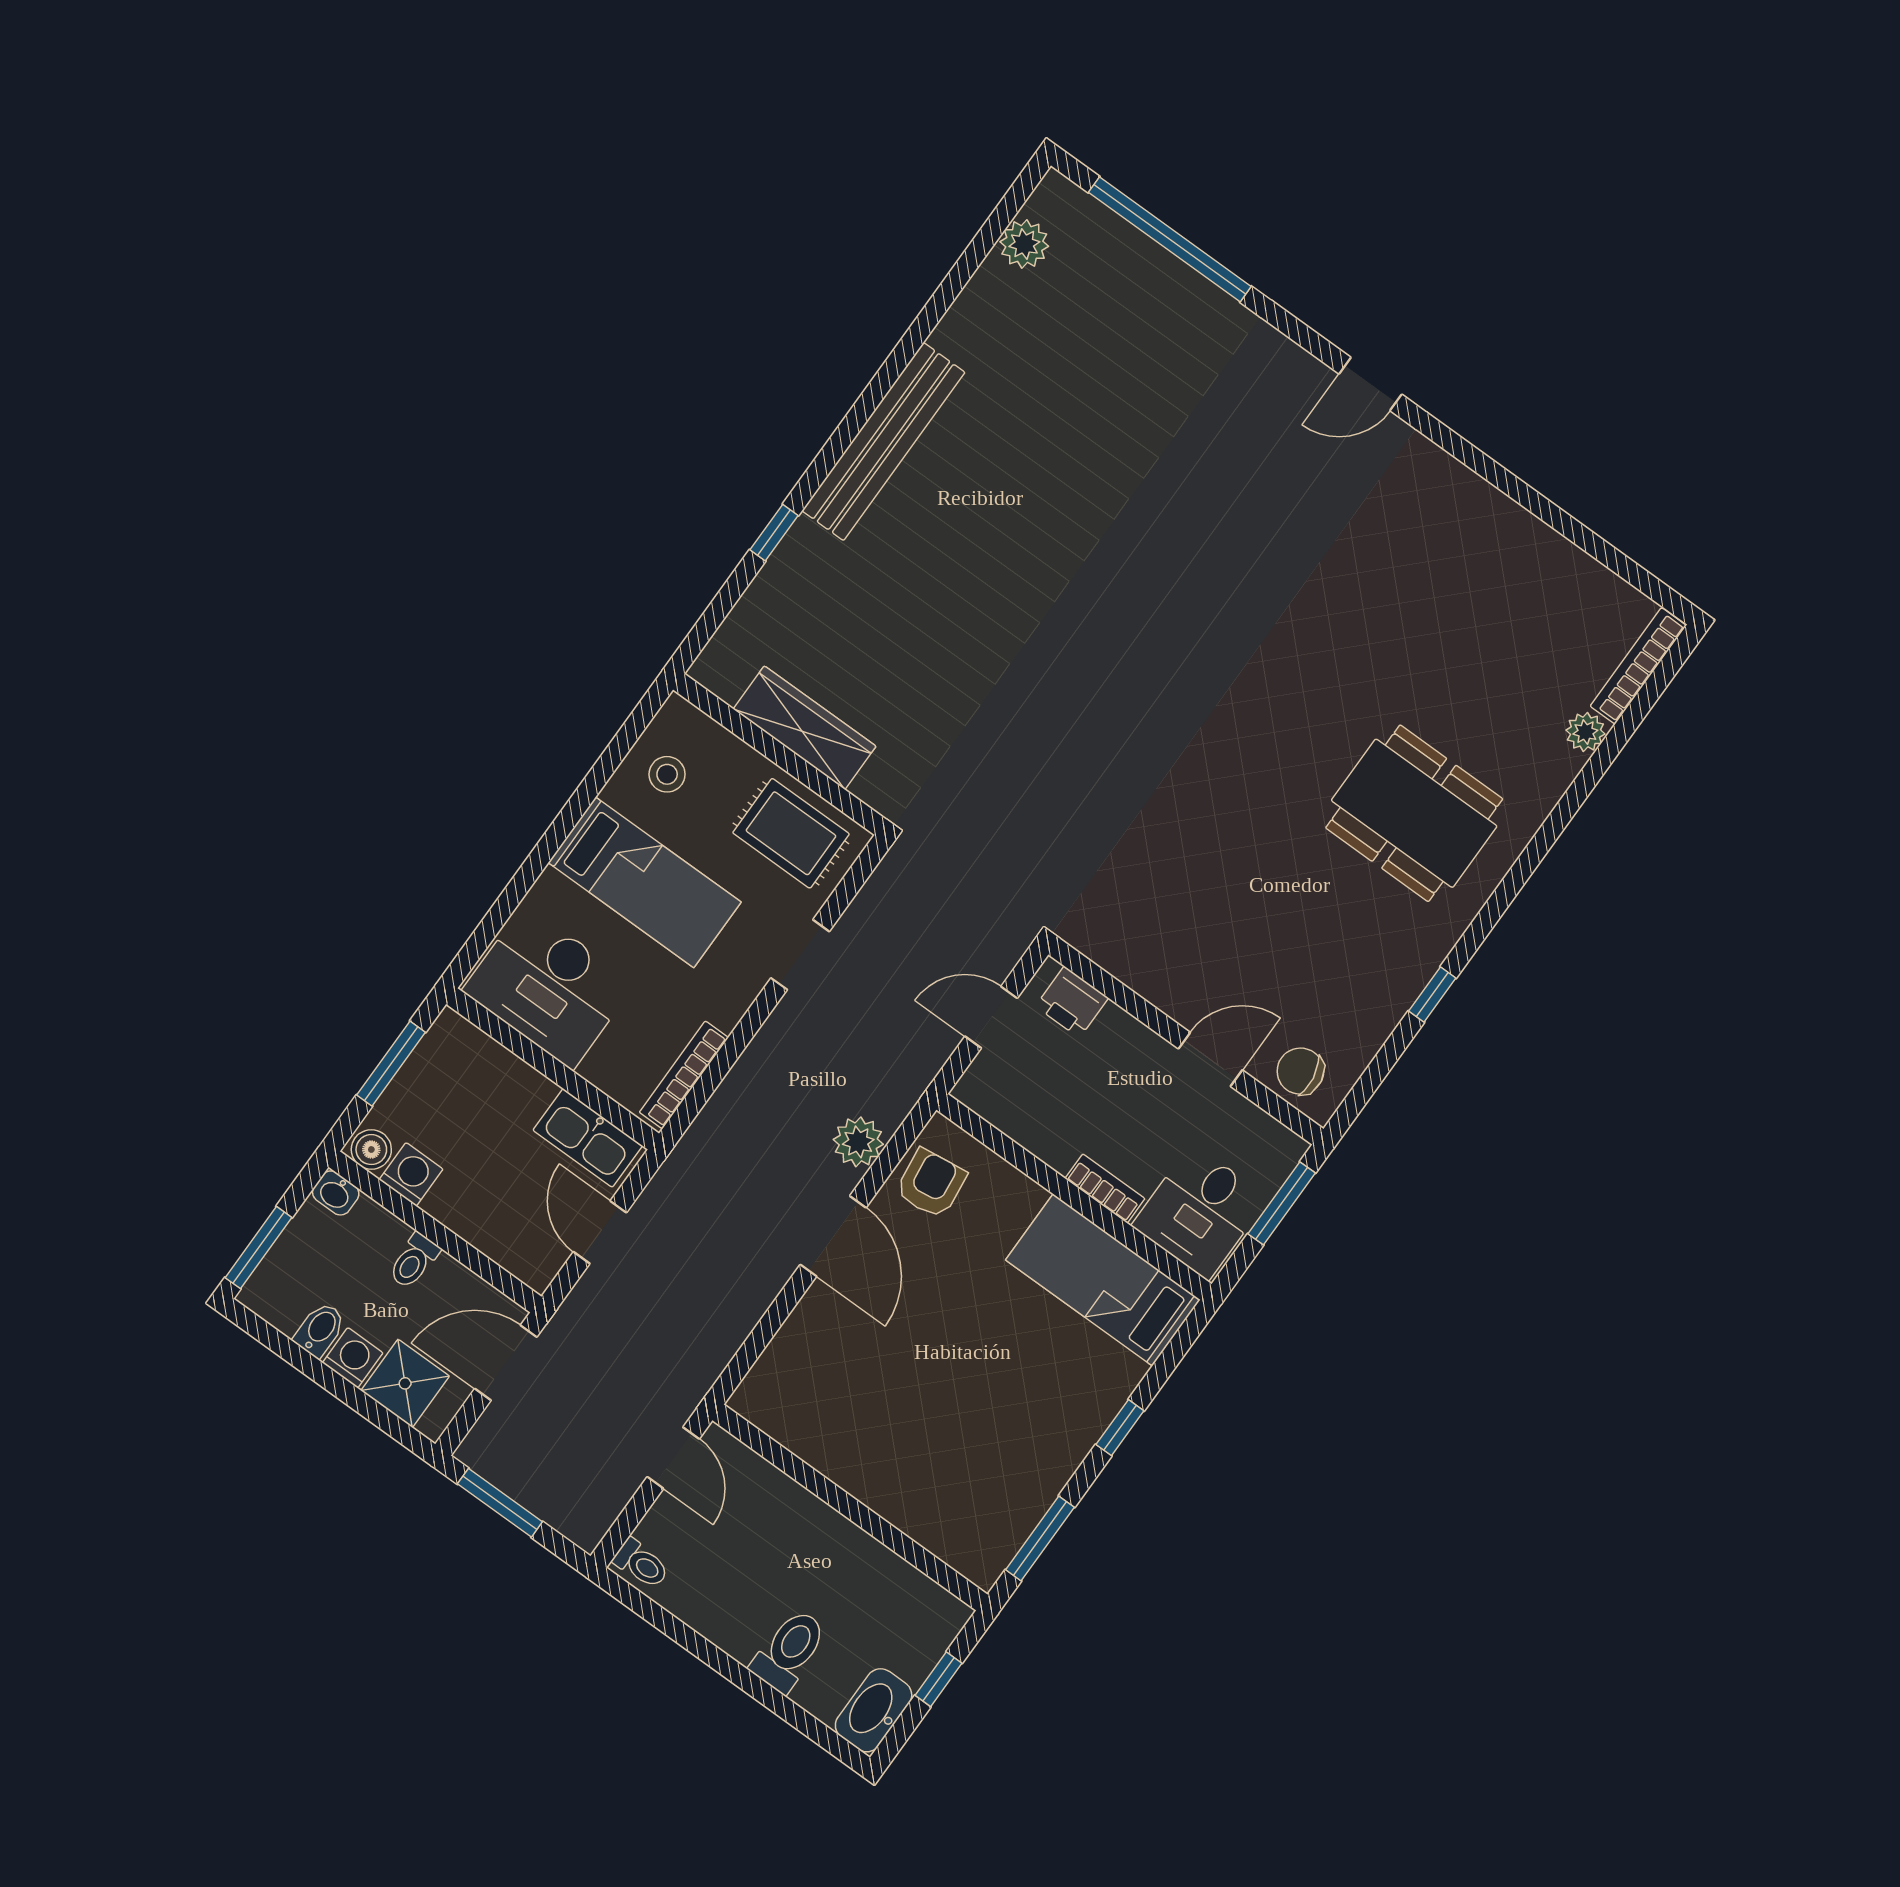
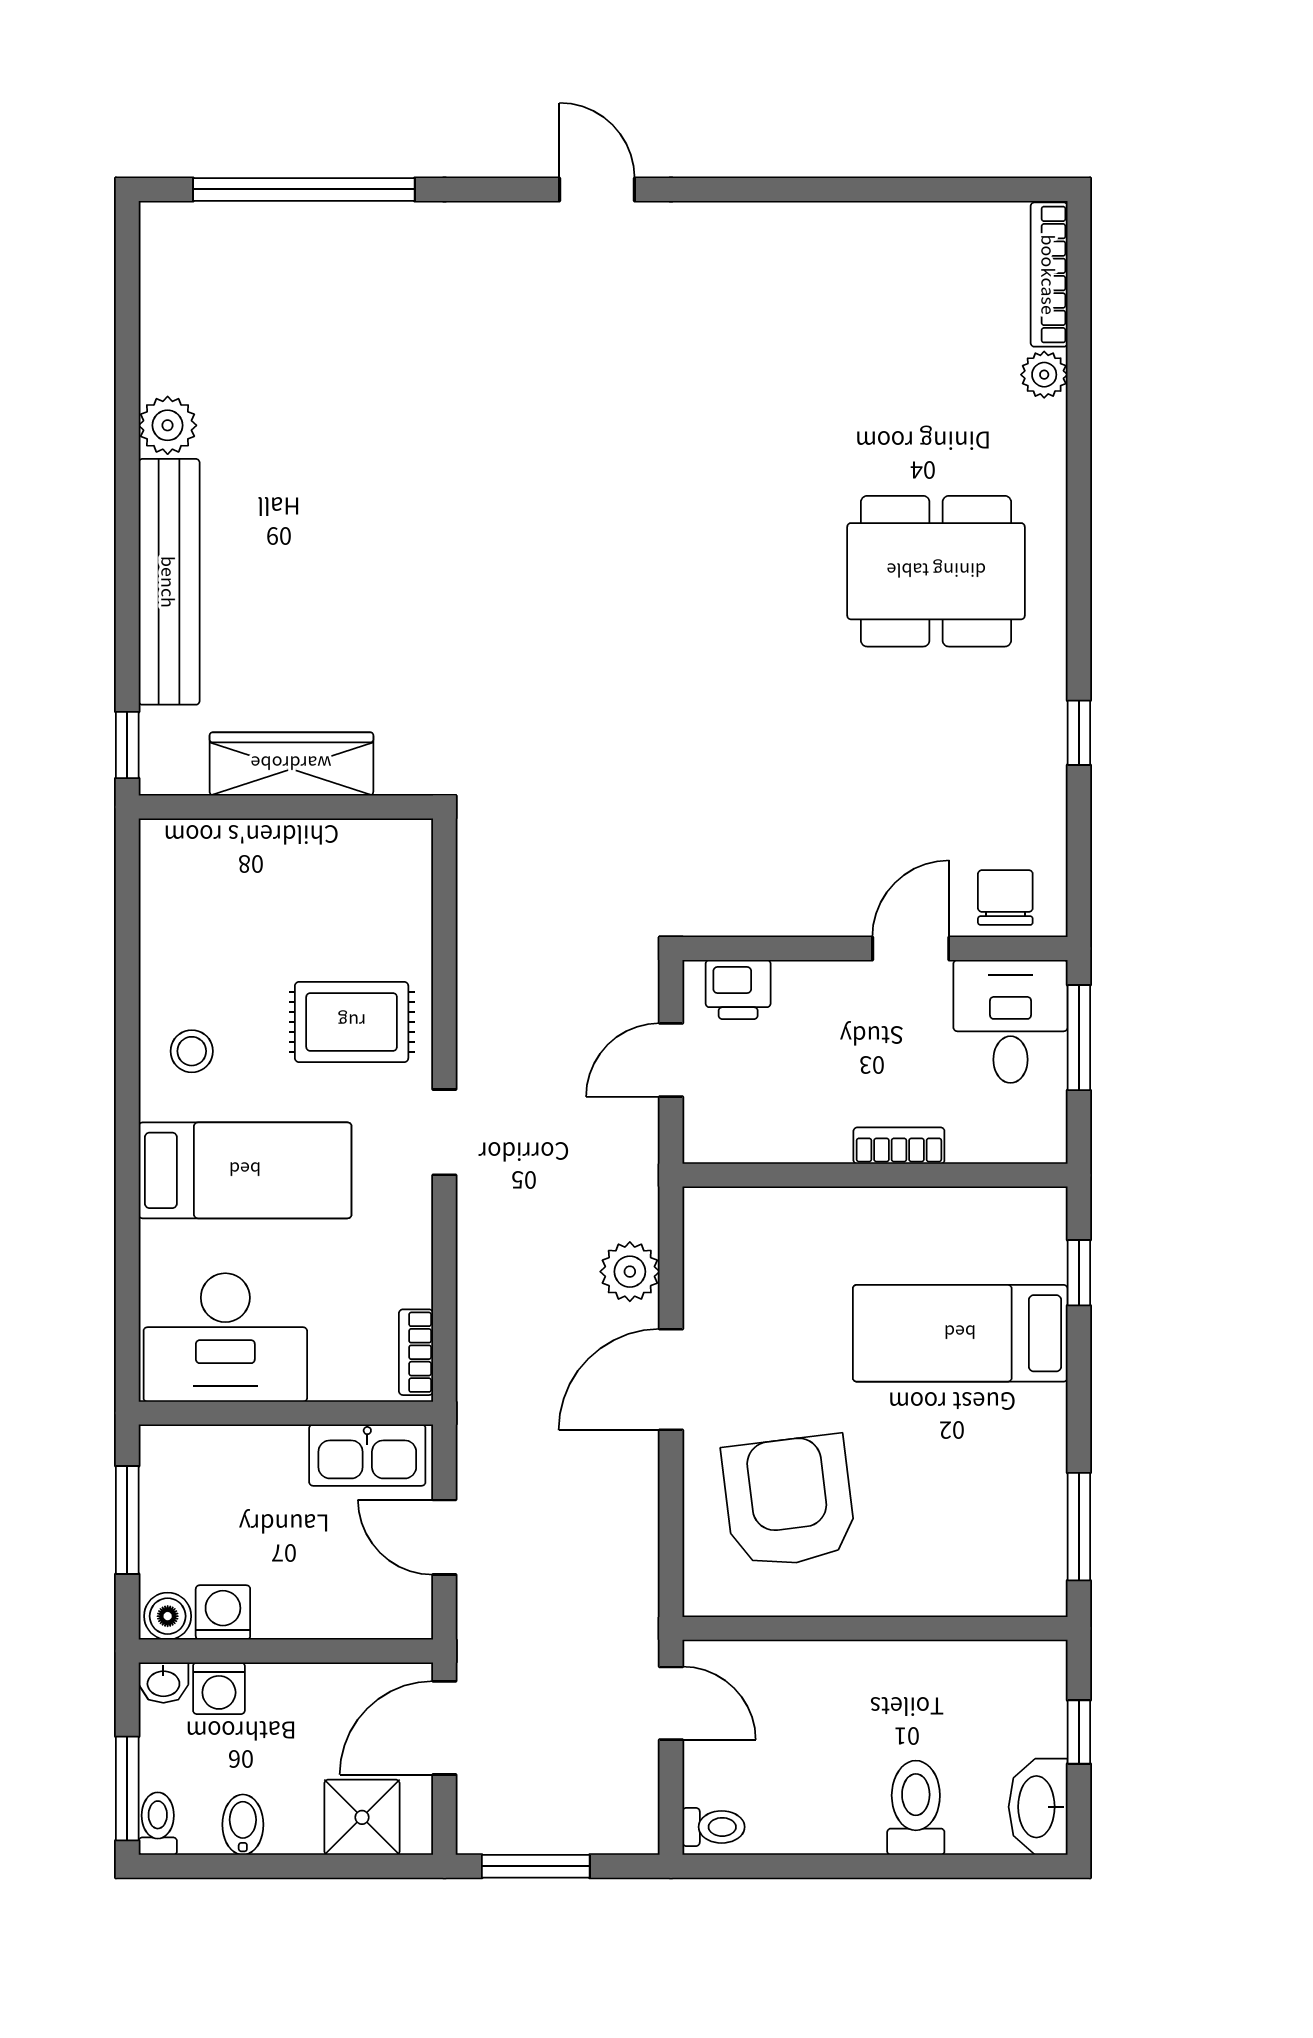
plant: (1024, 244) -> (168, 425), moved
door: (1371, 384) -> (597, 189), swing flipped
wardrobe: (805, 728) -> (291, 764), moved
wall: (779, 754) -> (286, 807), moved
chair: (1300, 1071) -> (1005, 898), turned 99
bookcase: (684, 1075) -> (416, 1352), width x0.64
armchair: (931, 1184) -> (789, 1501), moved, width x1.88, depth x1.88
desk: (1200, 1212) -> (1011, 1021), moved, turned 180
door: (833, 1236) -> (671, 1380), swing flipped
toilet: (414, 1261) -> (158, 1824), moved, turned 180
bed: (1103, 1280) -> (960, 1333), moved
washing machine: (353, 1358) -> (219, 1688), moved, turned 180
window: (1120, 1428) -> (1079, 1273), moved

